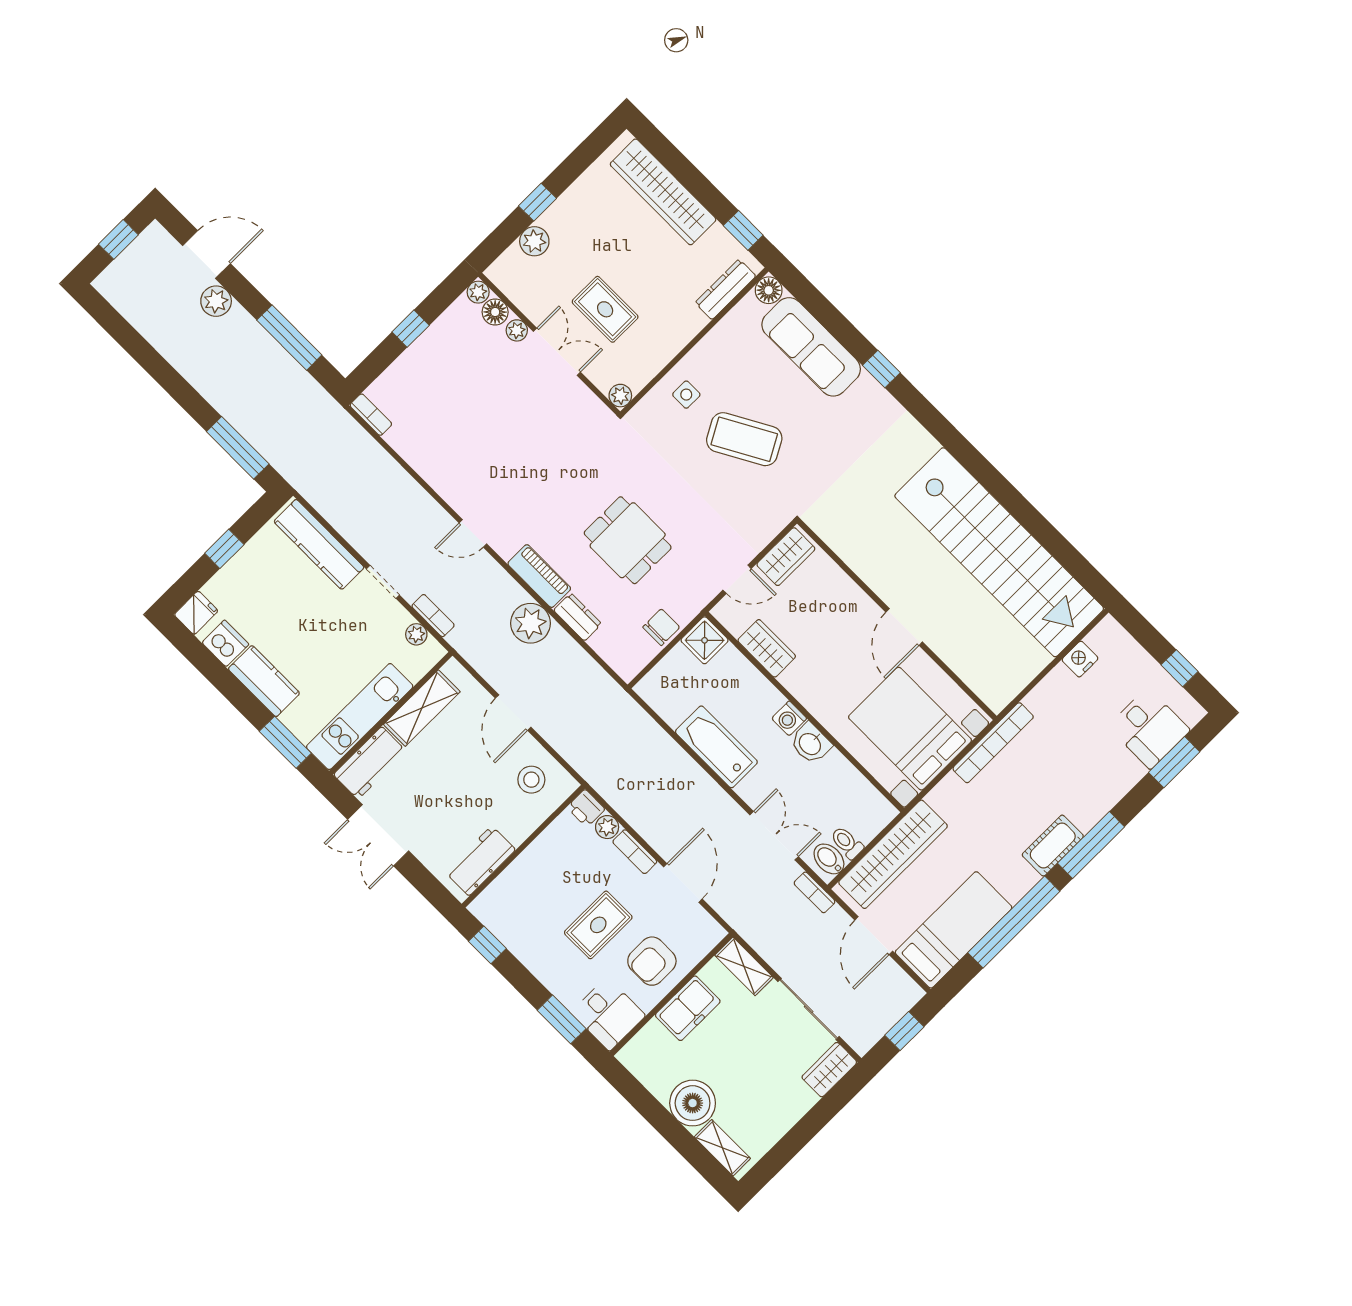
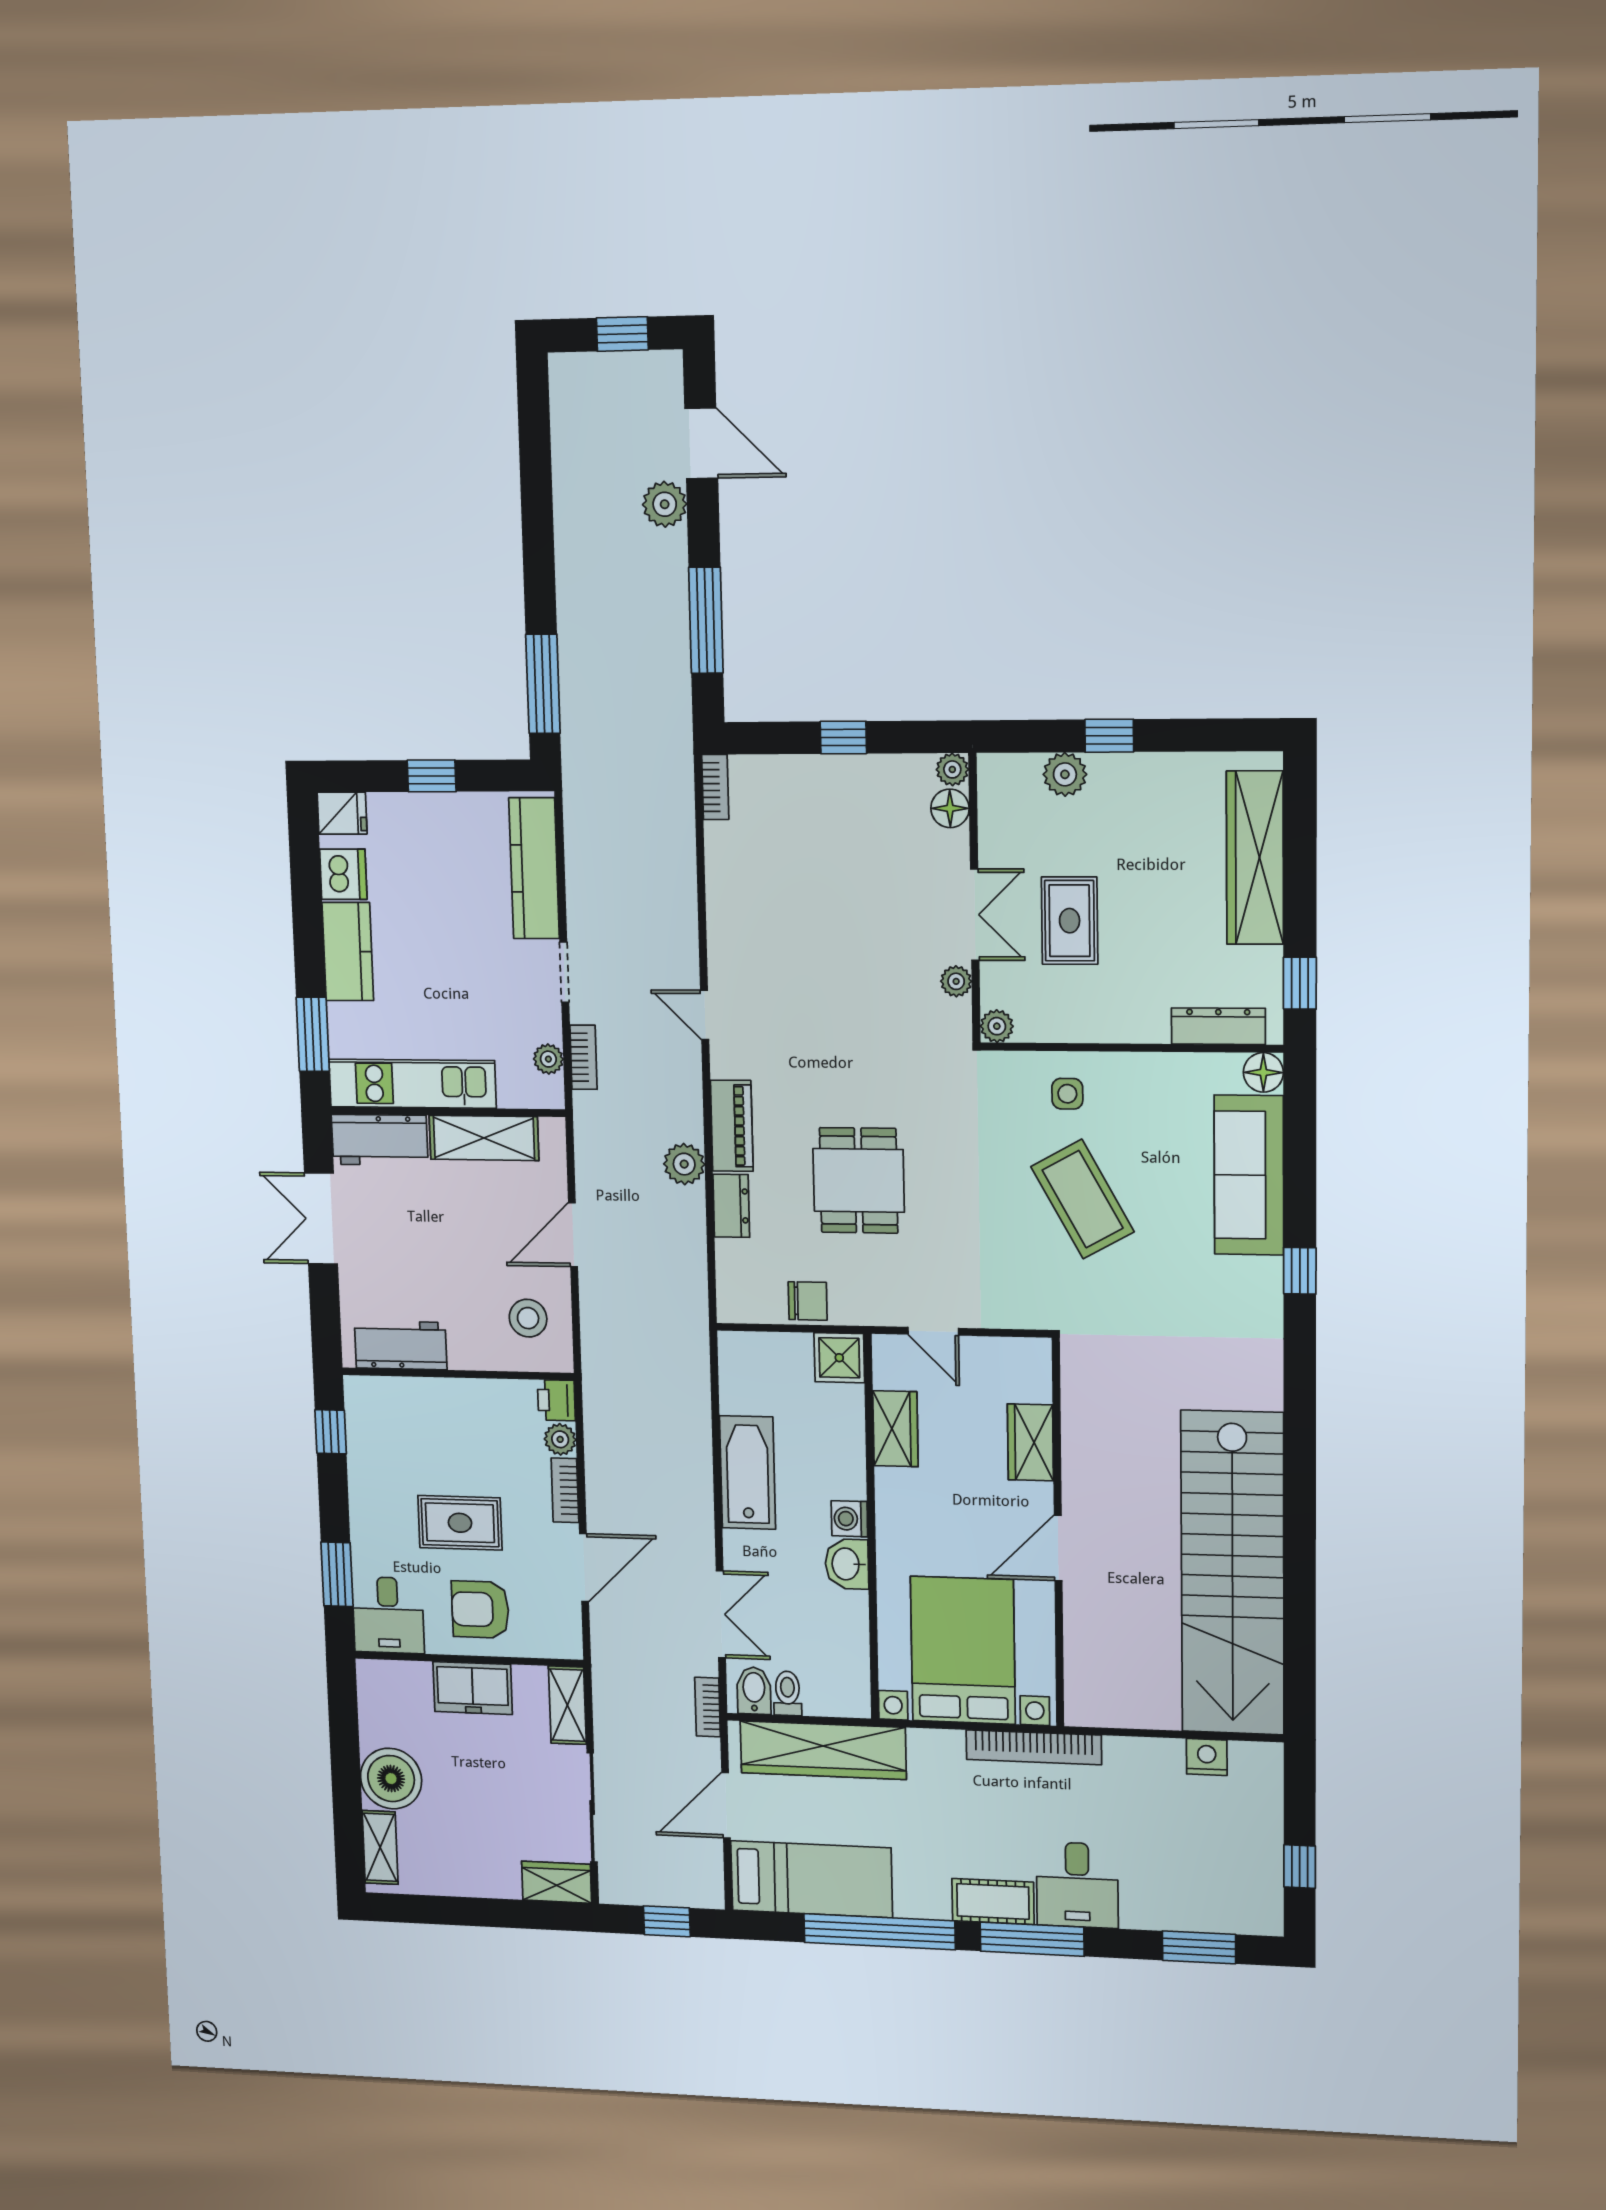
plant: (517, 330) -> (956, 981), moved
wardrobe: (786, 557) -> (1030, 1442), moved, turned 90
plant: (530, 623) -> (684, 1164), width x0.73, depth x0.73
desk: (1149, 728) -> (1077, 1885), moved

